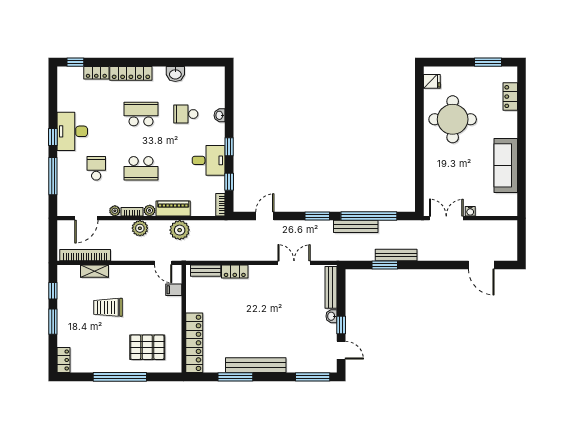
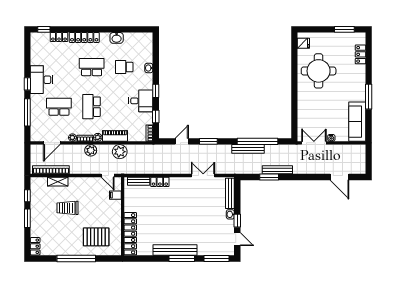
window: (521, 155) -> (369, 97), added
sofa: (506, 165) -> (357, 122), moved
school desk: (96, 168) -> (59, 107), width x1.85
school desk: (141, 168) -> (92, 107), turned 90
window: (317, 216) -> (208, 141), moved
window: (235, 377) -> (182, 259), moved

